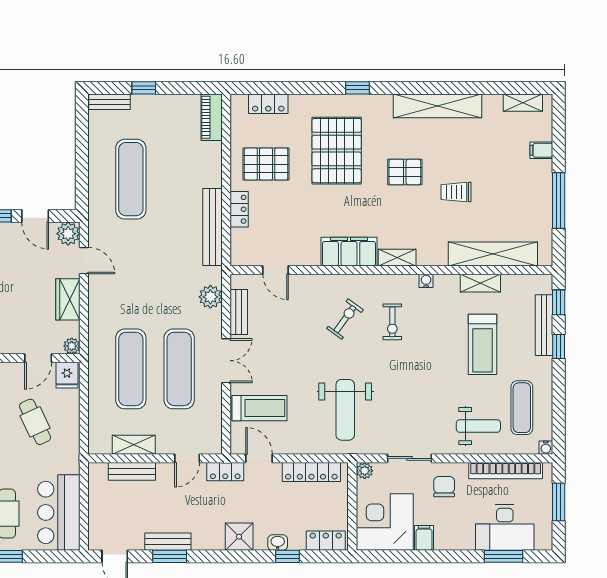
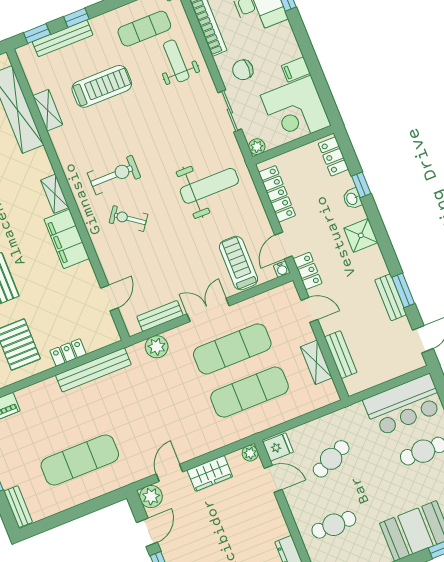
water cooler: (426, 281) -> (282, 269), moved, turned -90
exercise bike: (392, 322) -> (114, 175), width x1.38, depth x1.39

